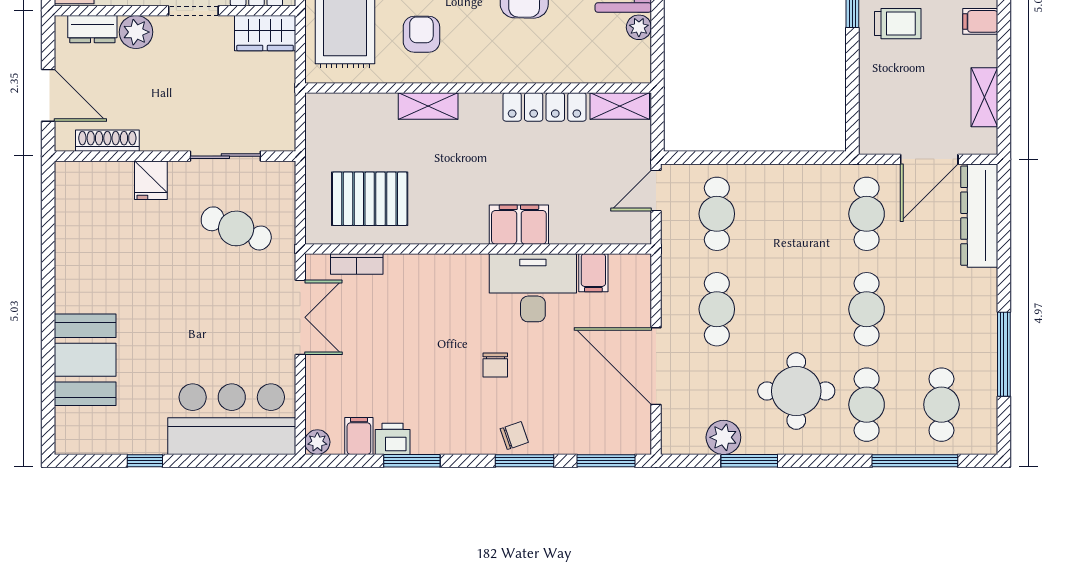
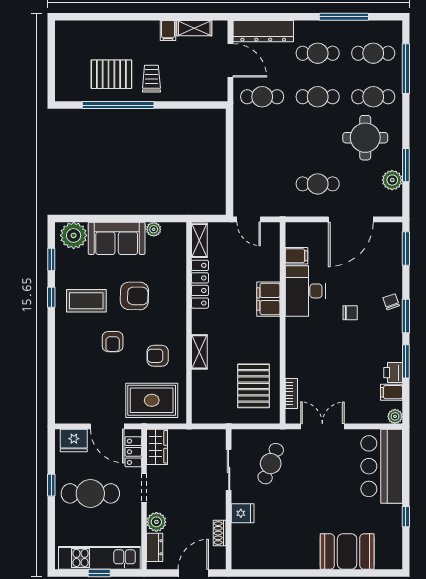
filing cabinet: (980, 21) -> (168, 31), moved
shoe rack: (107, 141) -> (220, 533), width x0.70
cafe table: (717, 214) -> (318, 53), moved
window: (524, 461) -> (406, 316), moved

